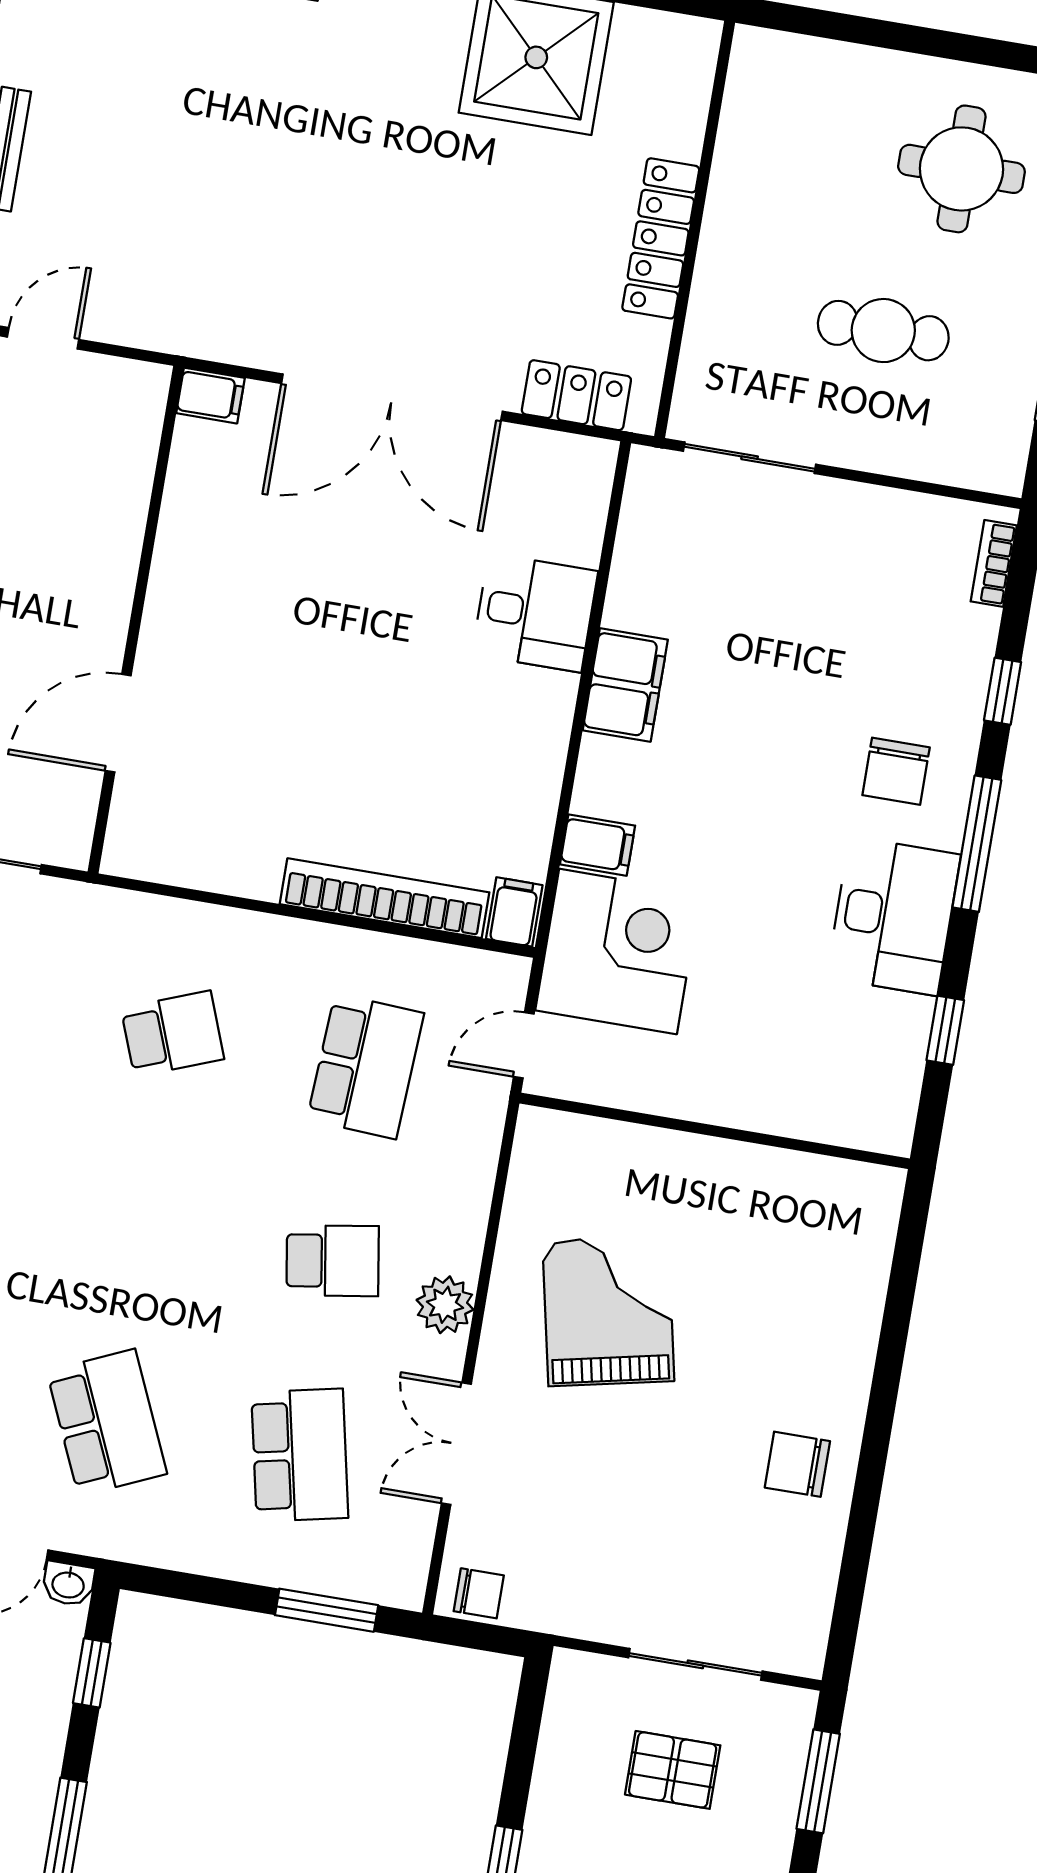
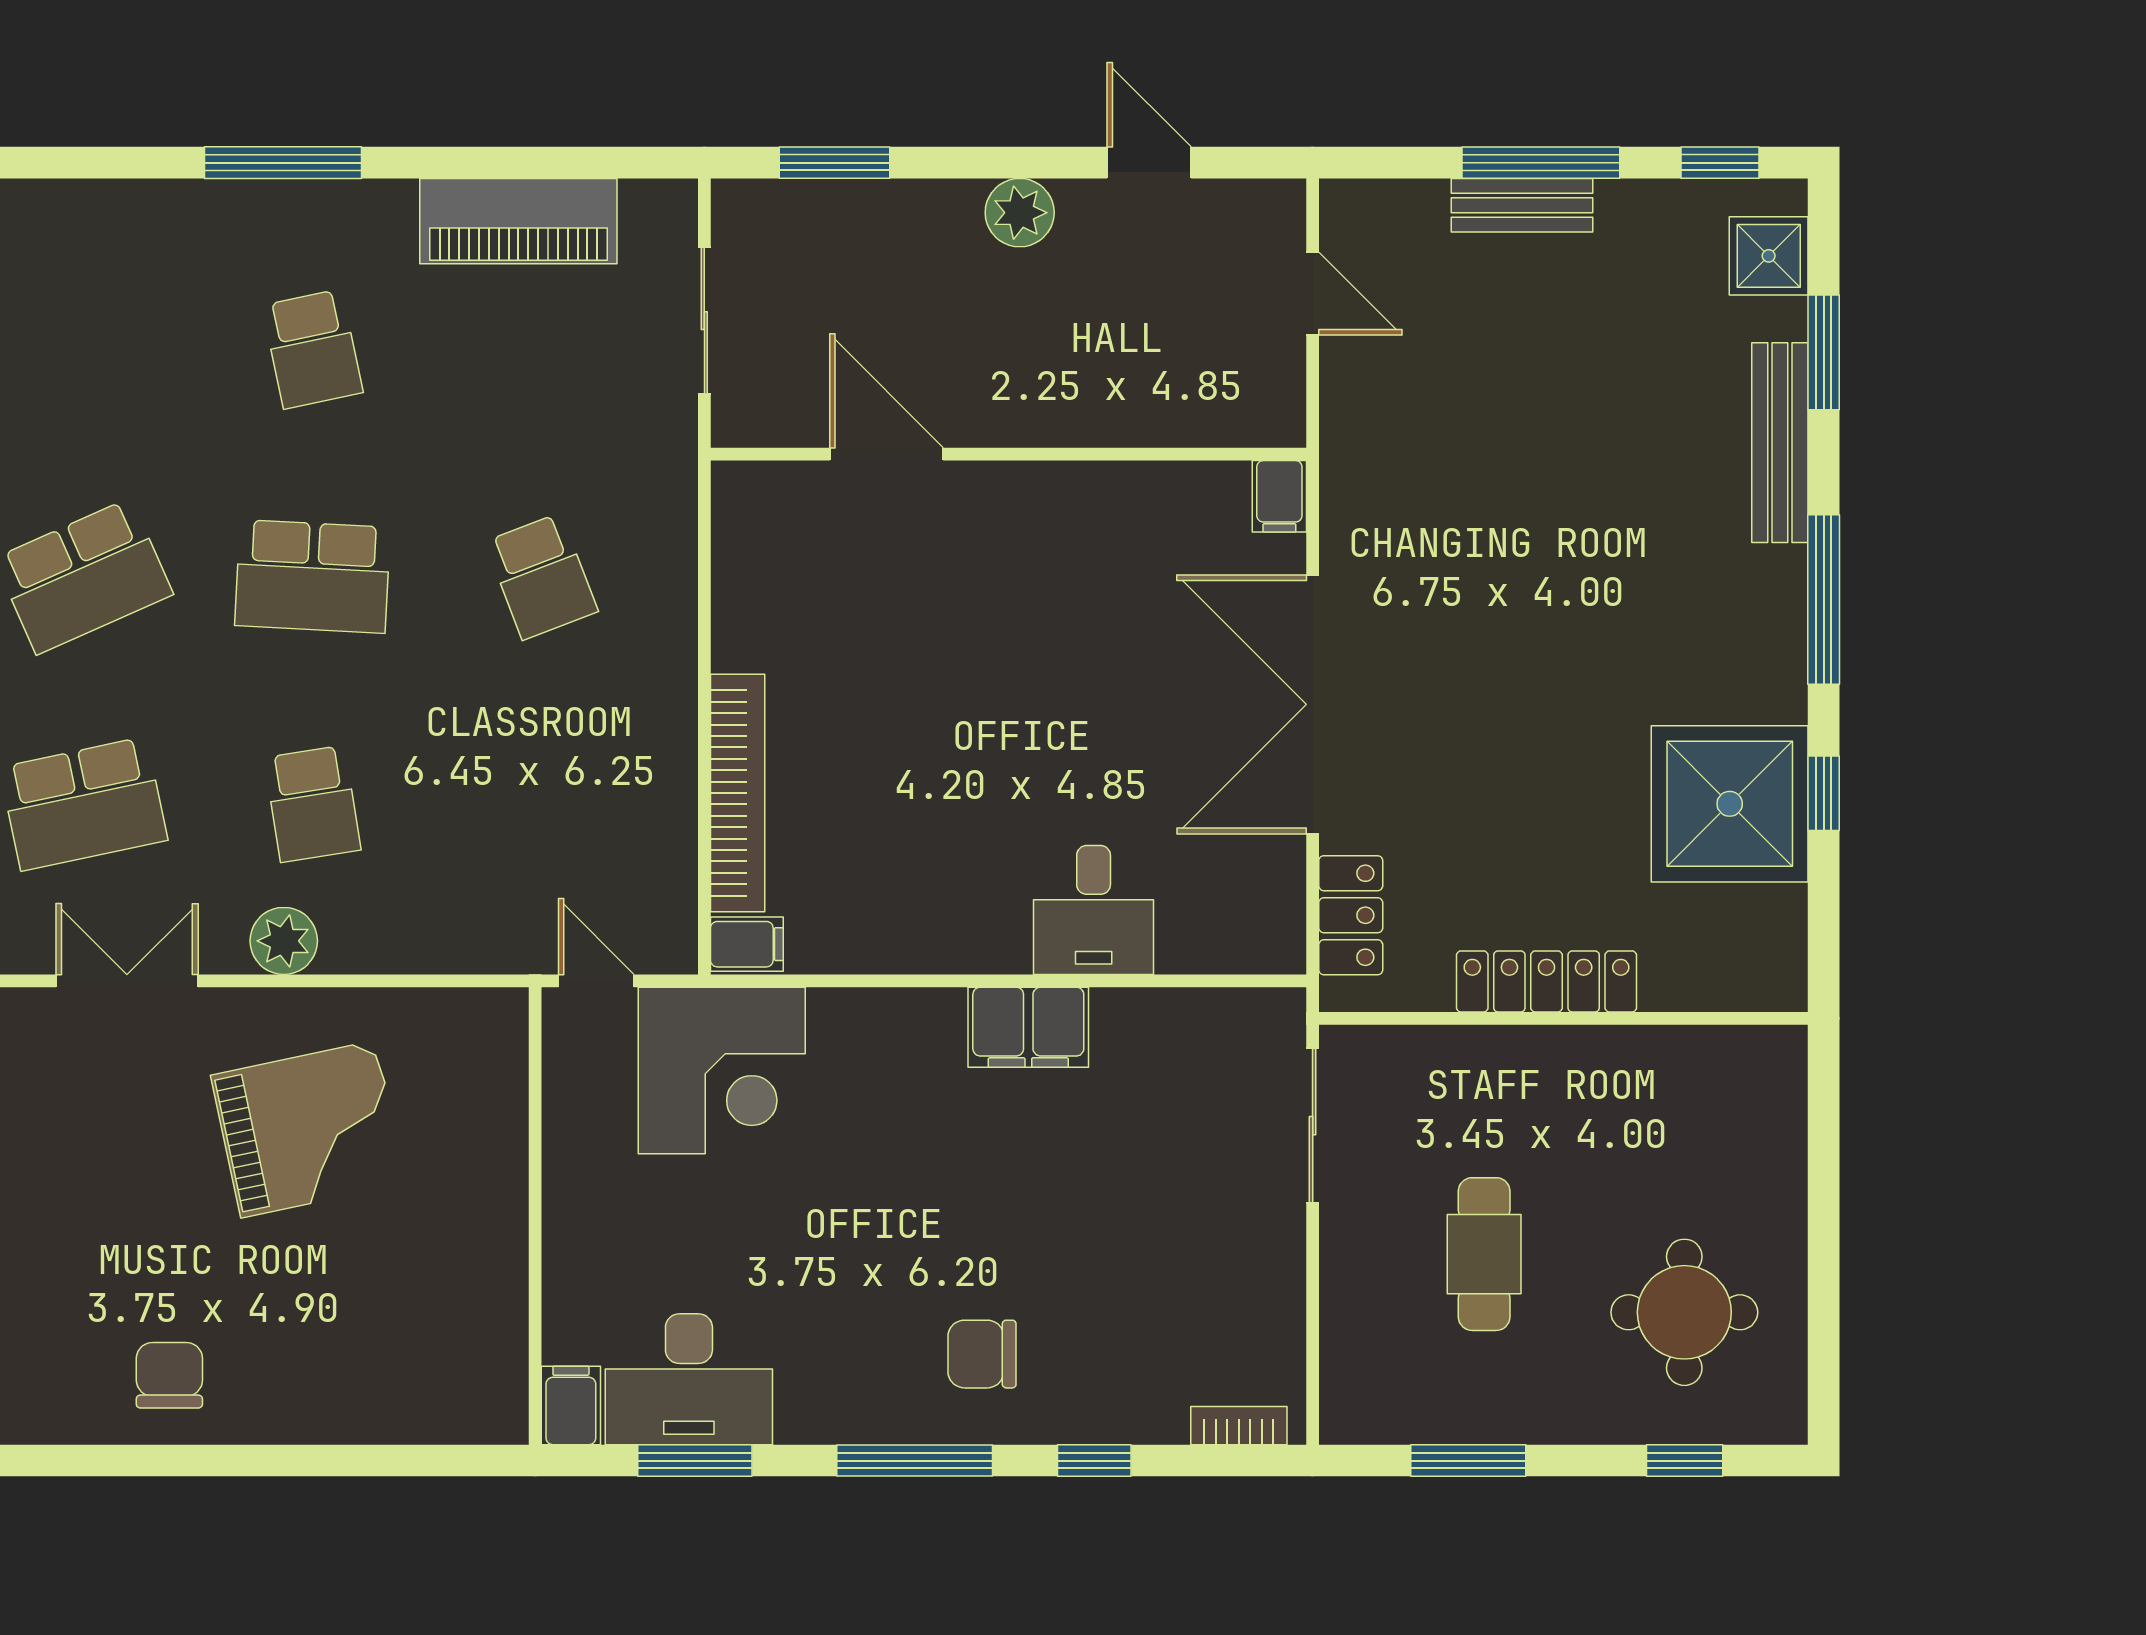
filing cabinet: (598, 845) -> (571, 1405), moved, turned 180
desk: (894, 916) -> (689, 1379), moved
window: (945, 1030) -> (695, 1461), width x1.50
school desk: (366, 1066) -> (312, 576), moved

